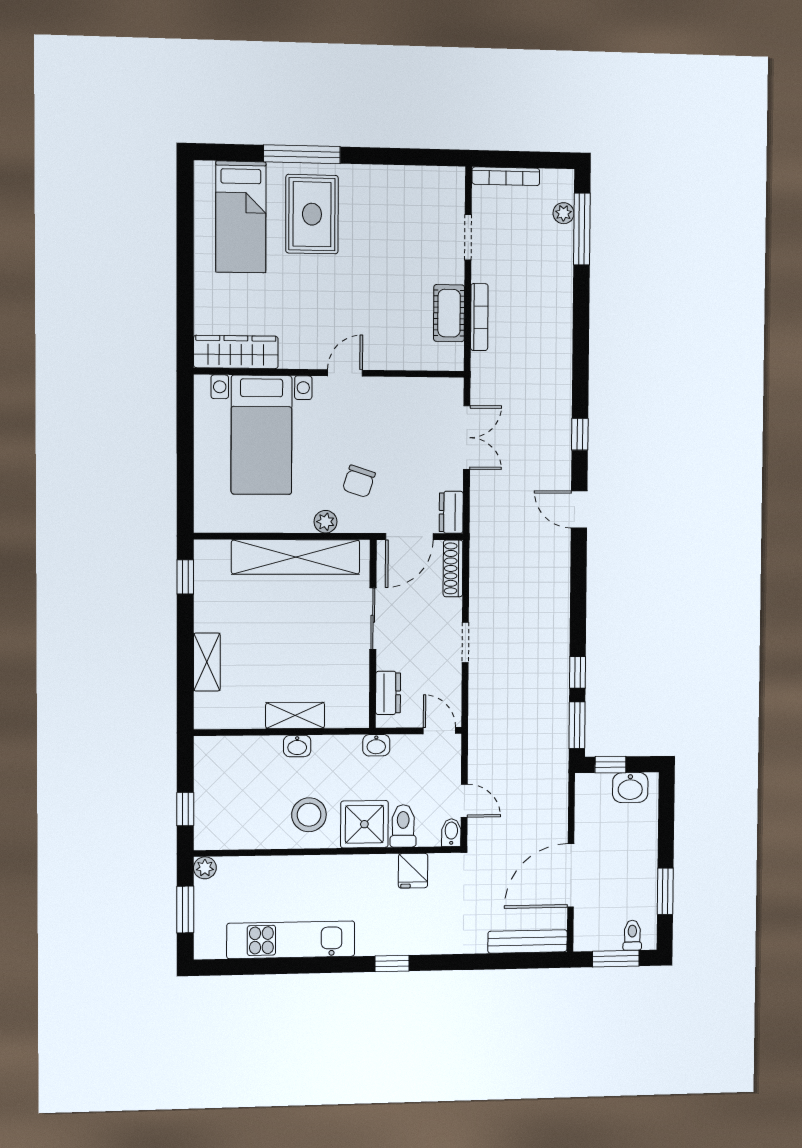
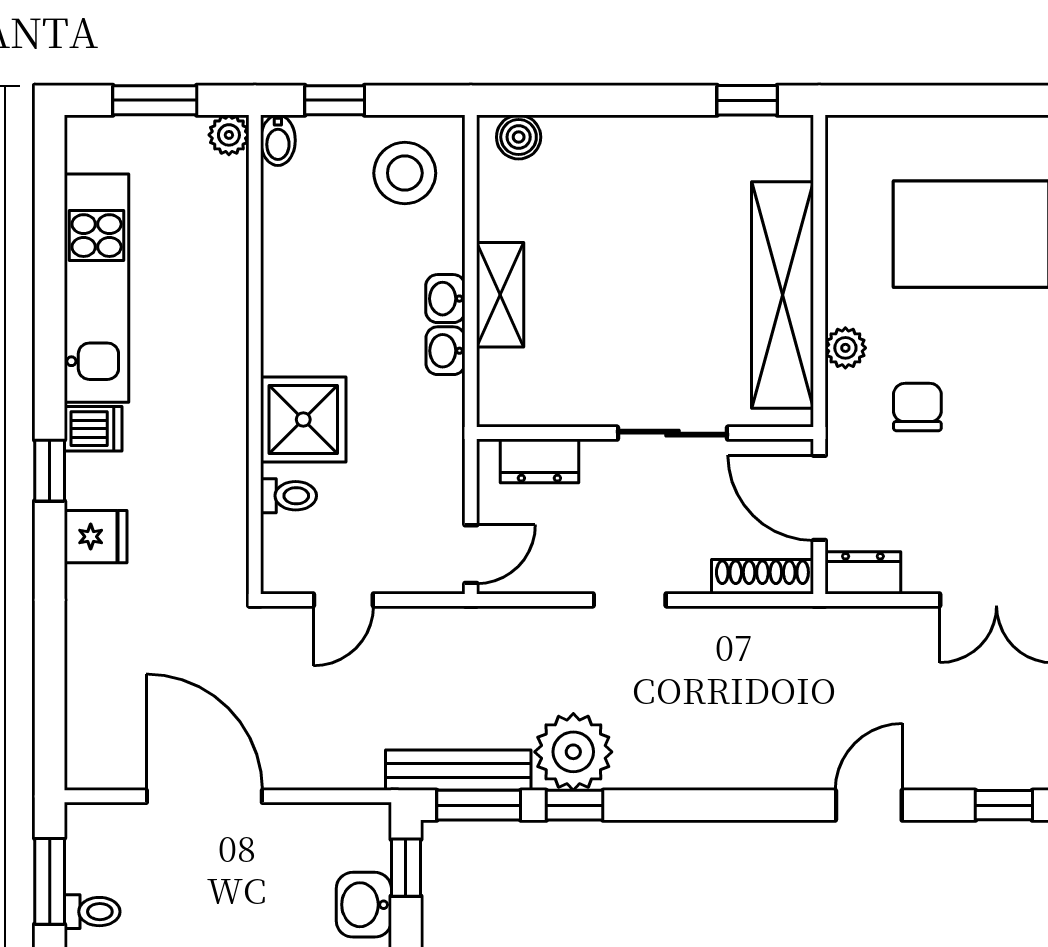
chair: (359, 481) -> (917, 407), turned 72
shelving: (207, 662) -> (596, 138), removed
plant: (548, 673) -> (573, 752), added
boiler: (206, 706) -> (519, 137), added
washbasin: (376, 745) -> (445, 351), moved
stool: (309, 815) -> (405, 173), moved
toilet: (403, 826) -> (288, 496), width x0.73, depth x0.72
bidet: (451, 832) -> (278, 140), moved, turned 90
fridge: (413, 871) -> (96, 537), moved, turned 180
dishwasher: (369, 940) -> (93, 429), added
bench: (528, 941) -> (458, 770), moved, turned 90

